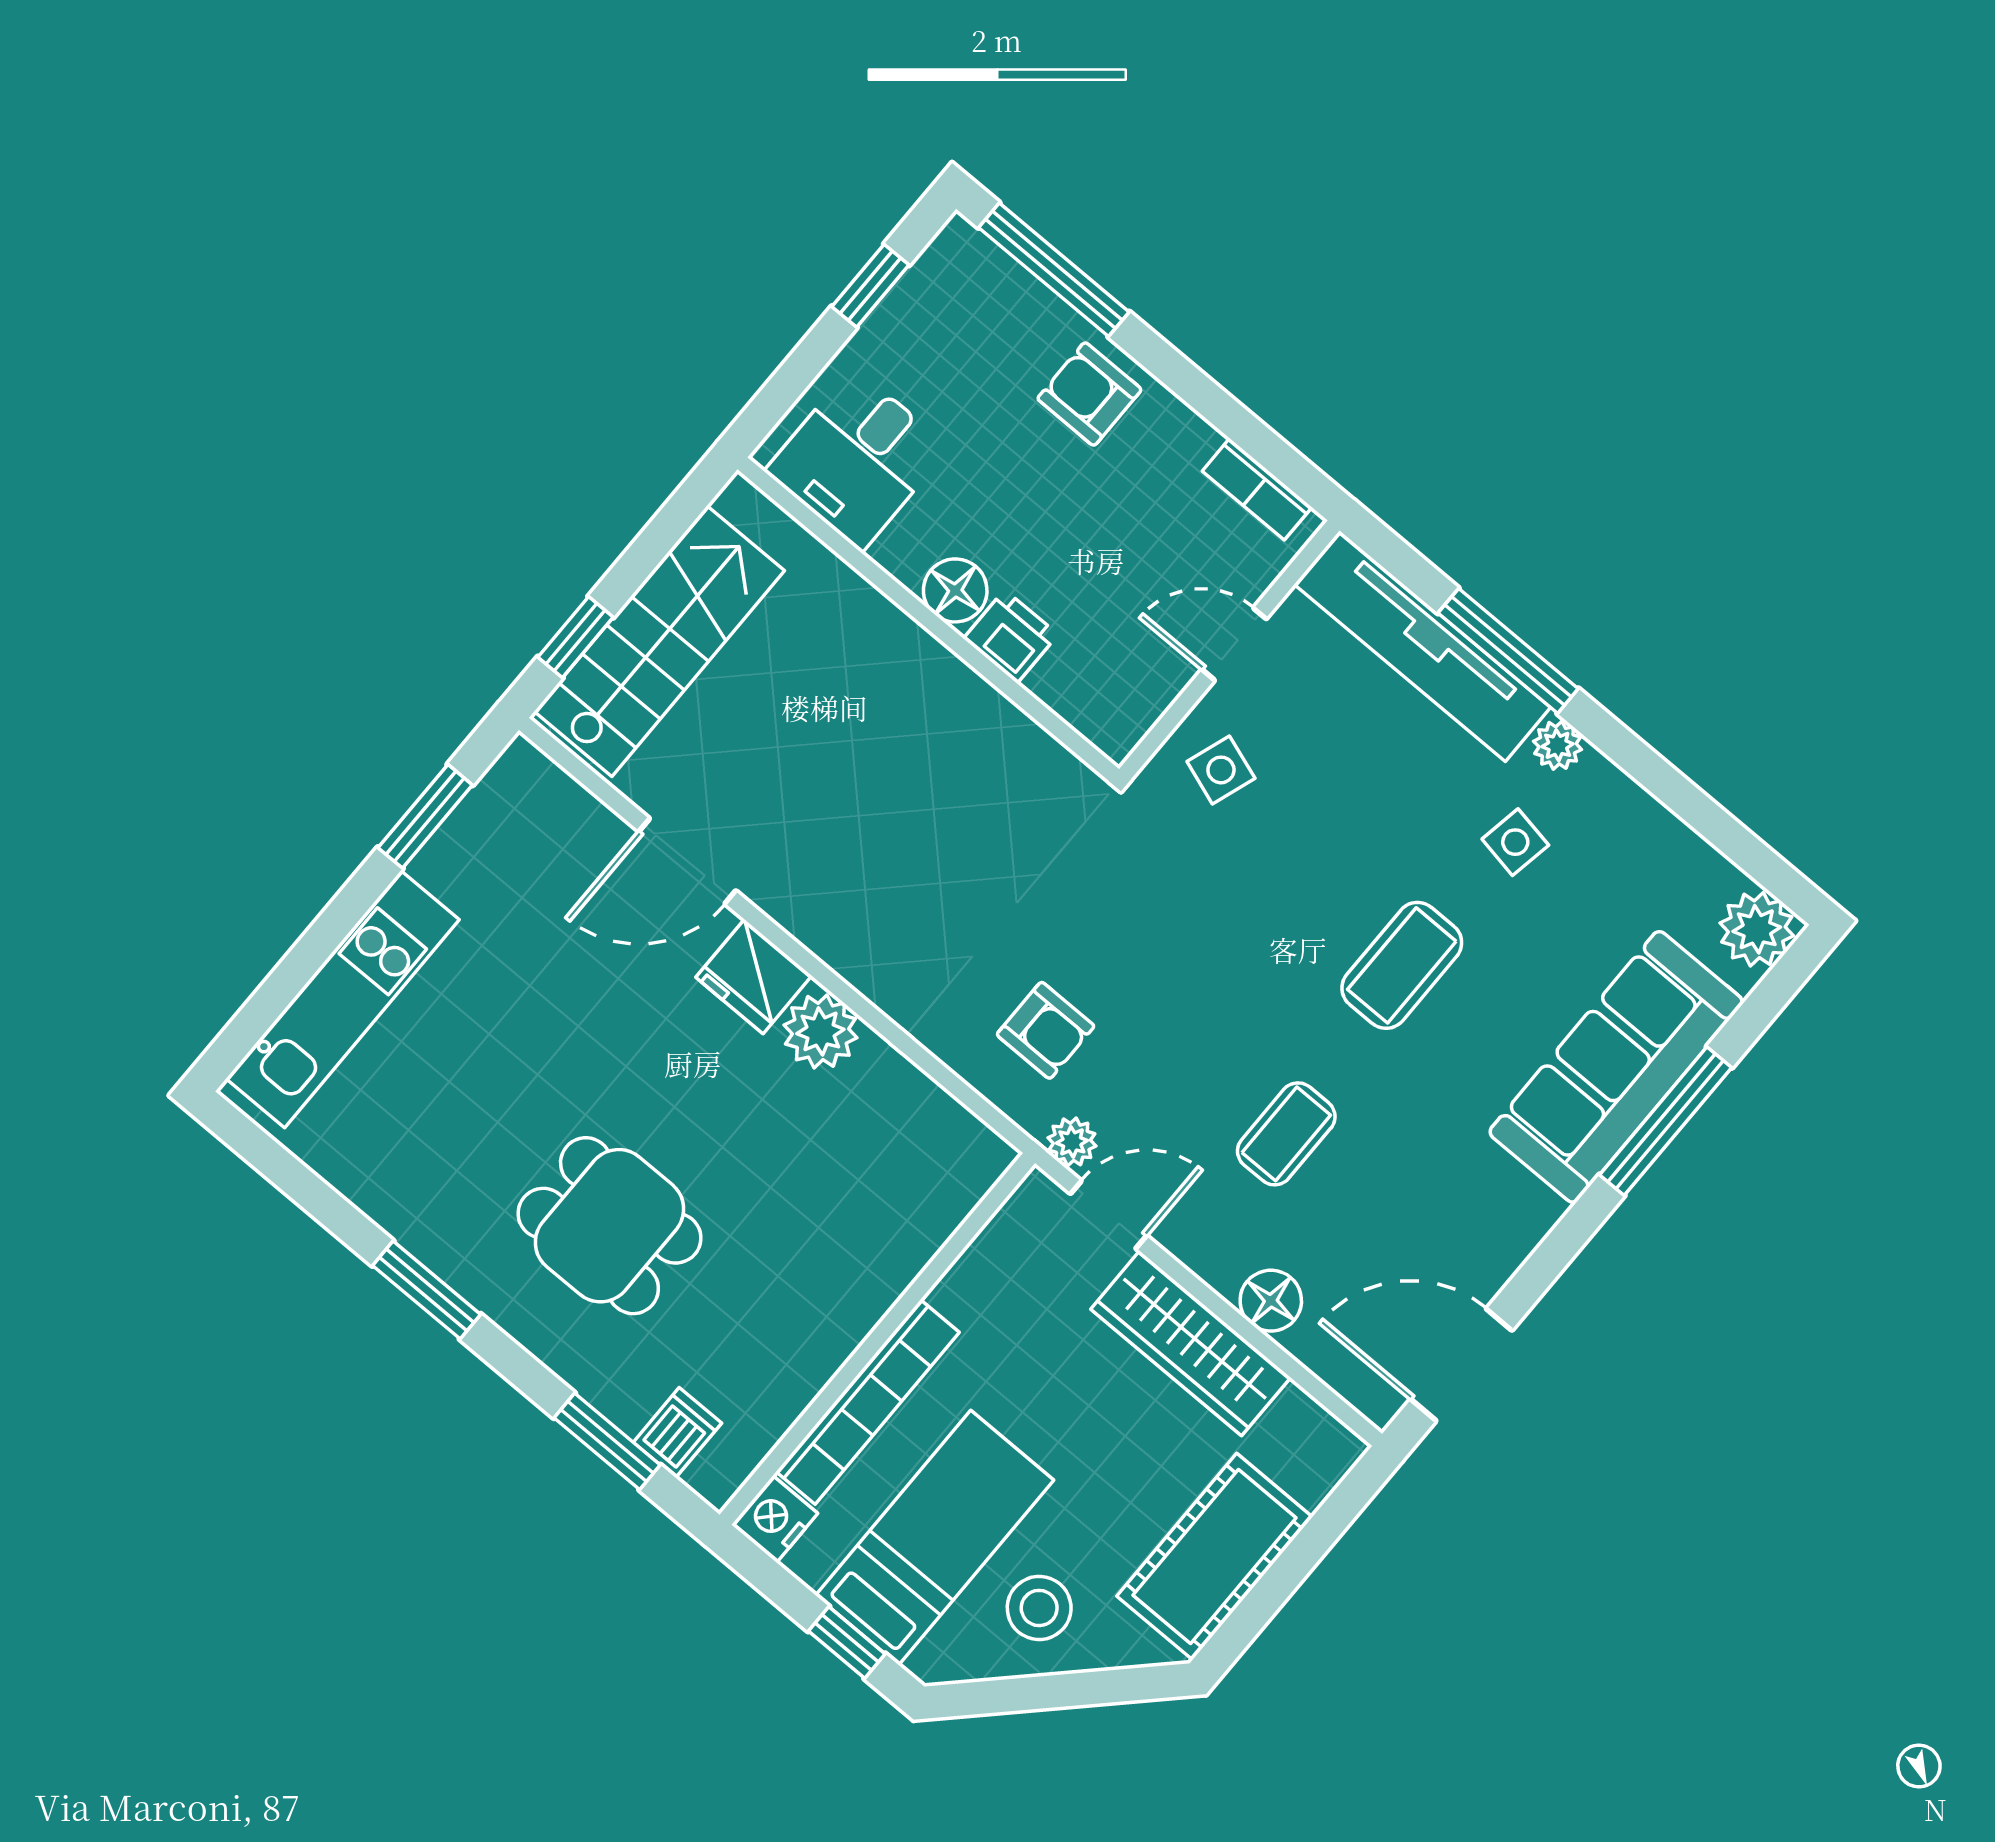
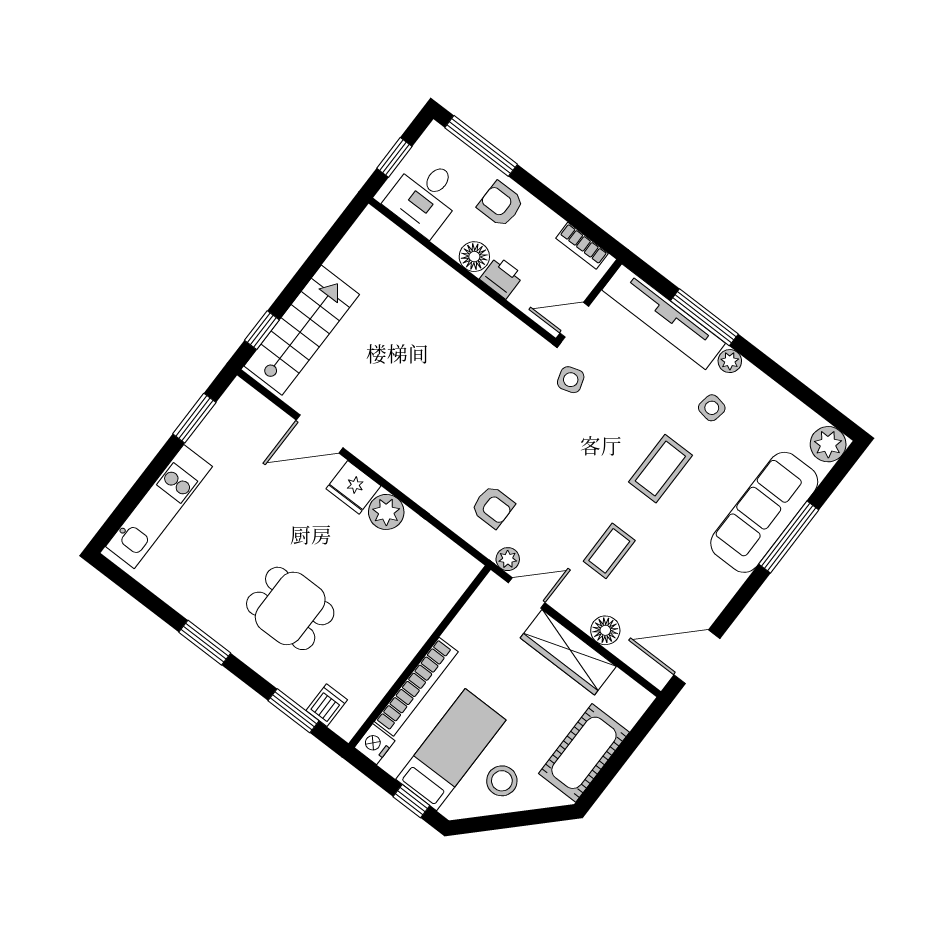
desk: (857, 459) -> (425, 196), moved
floor lamp: (955, 590) -> (474, 257), moved
wall: (928, 619) -> (462, 271), moved
printer: (1011, 636) -> (502, 277), moved
side table: (1221, 770) -> (571, 380), turned -37

